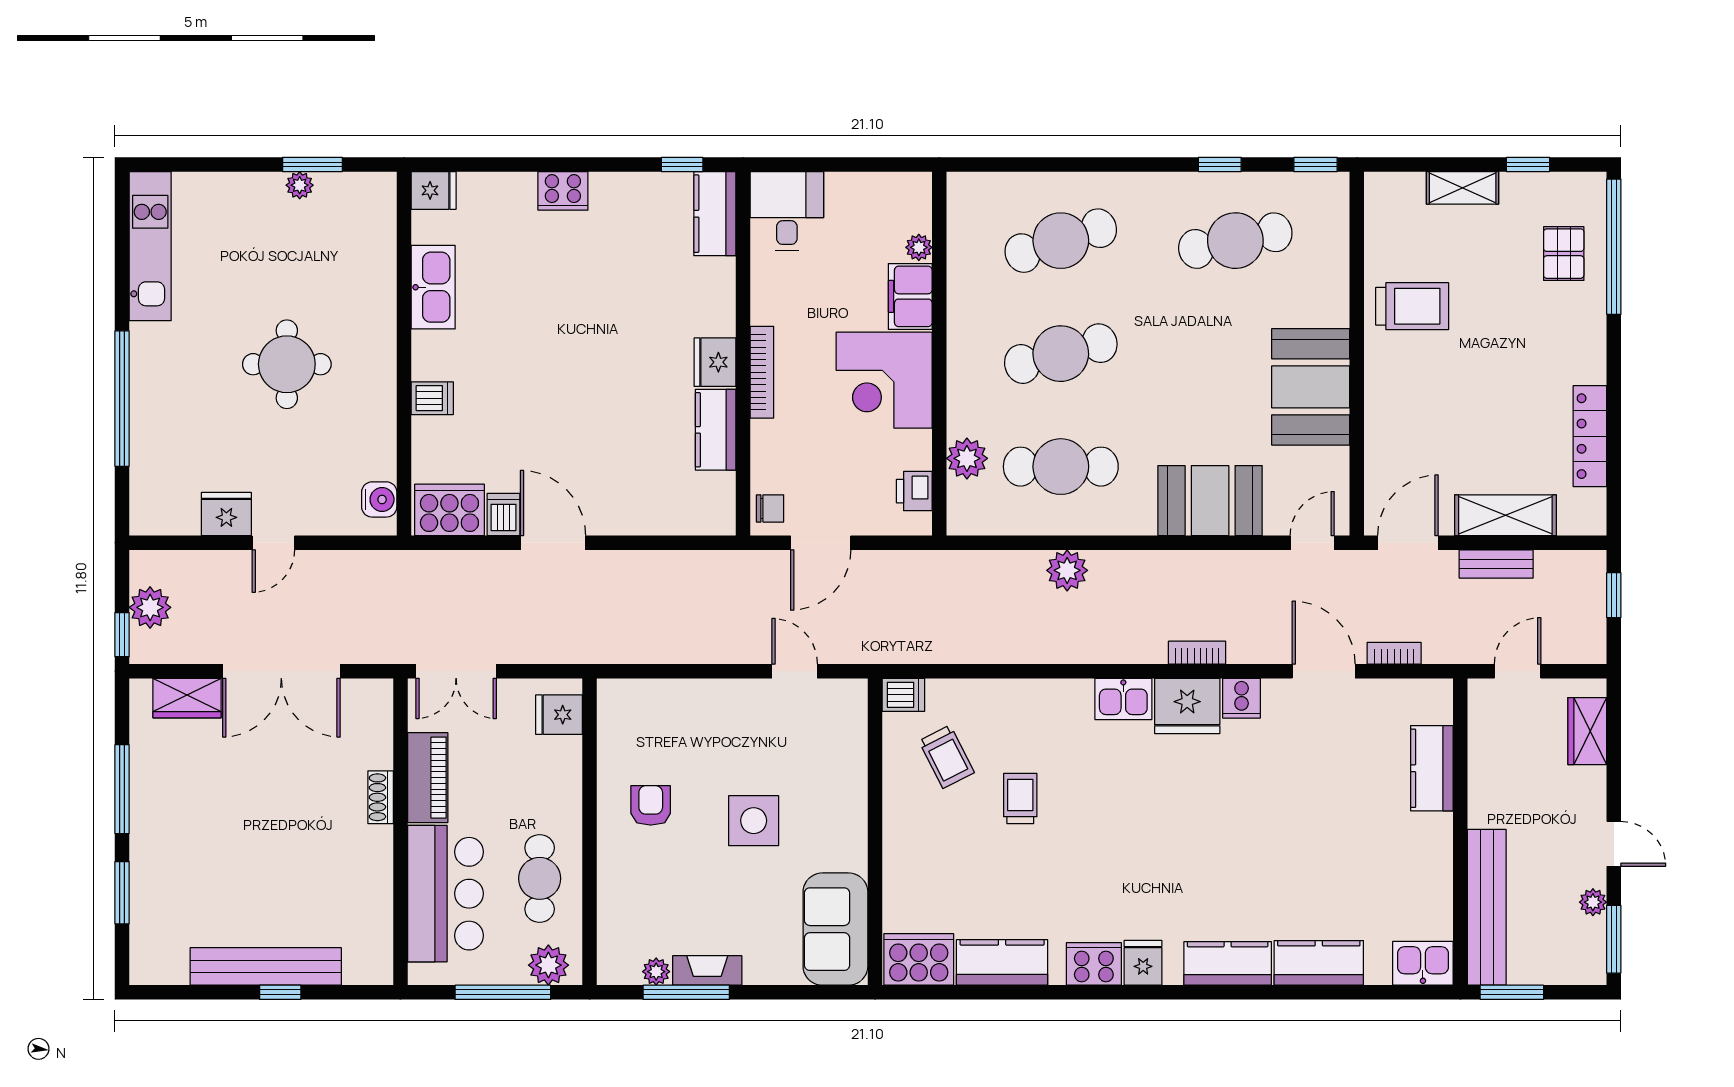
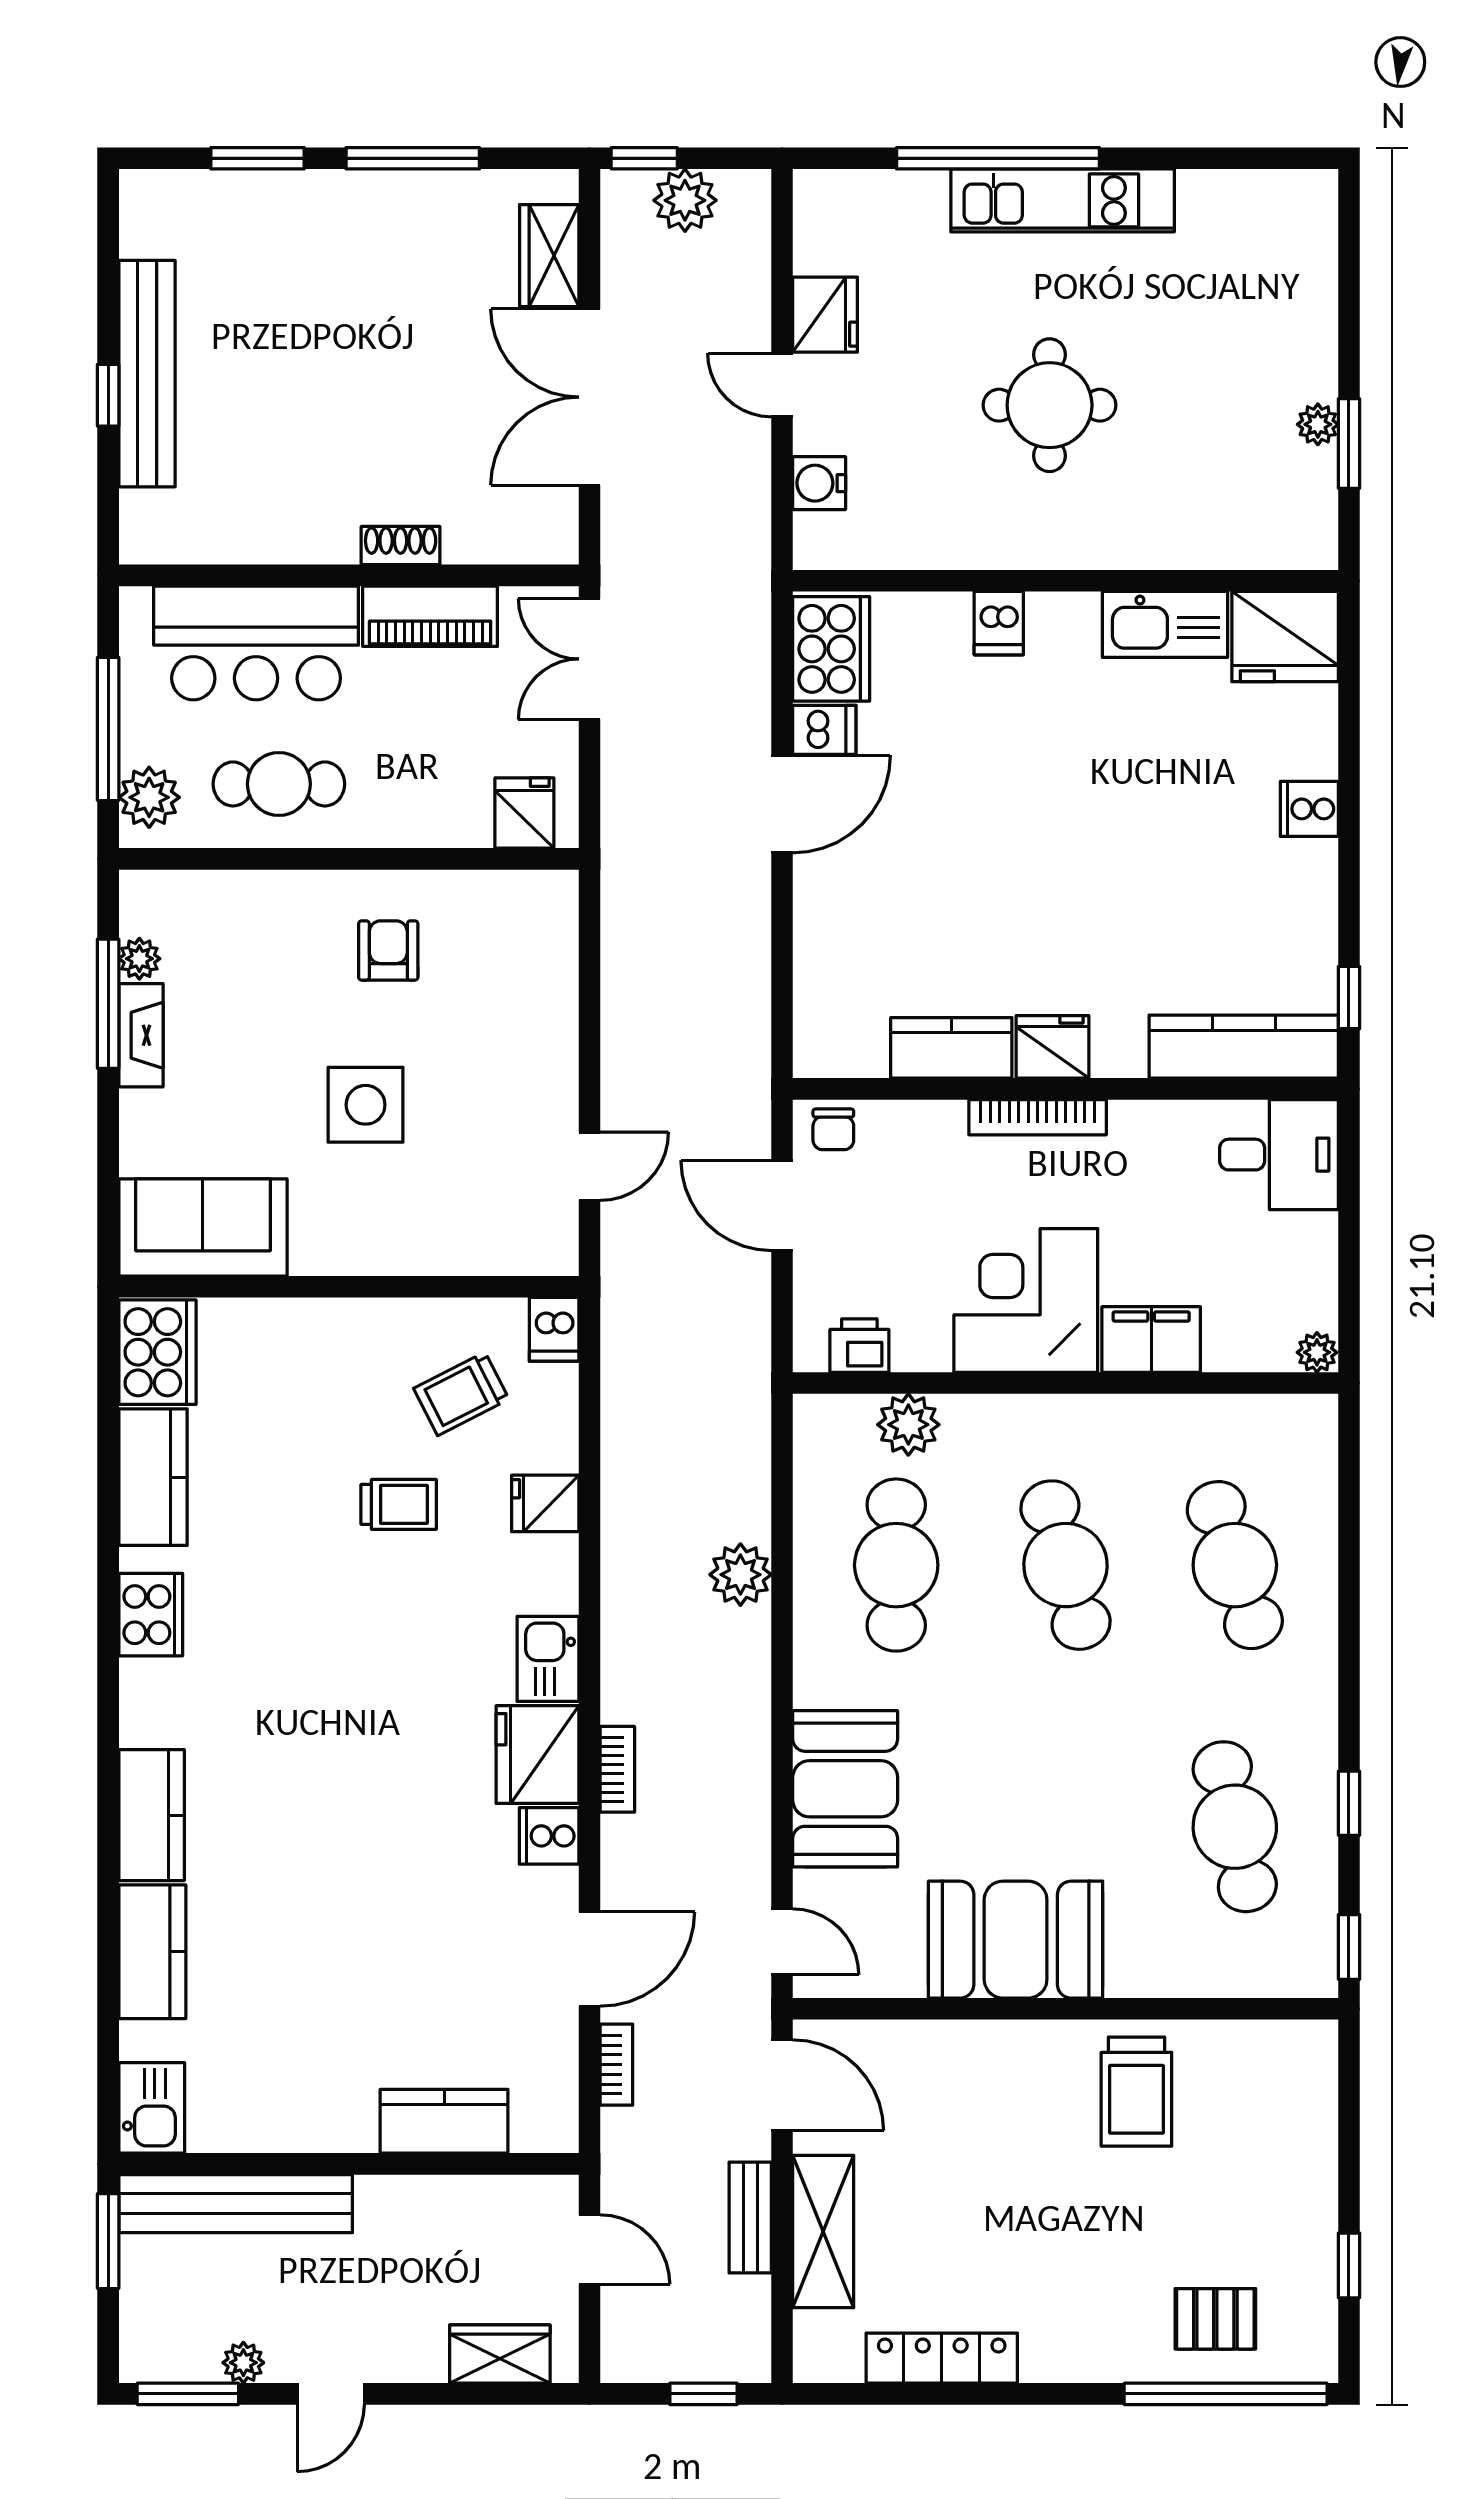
shelving: (1463, 188) -> (1314, 2167), removed
fridge: (434, 190) -> (1285, 637), width x1.88, depth x1.34
cooker: (563, 191) -> (1309, 809), width x0.73
kitchen counter: (715, 214) -> (1244, 1047), width x1.50
kitchen unit: (150, 246) -> (1063, 200), moved
plant: (919, 247) -> (1317, 1352), moved
water cooler: (379, 499) -> (819, 483), moved, turned 90
armchair: (651, 805) -> (388, 950), turned -90
fridge: (1143, 963) -> (545, 1503), moved, turned 180

